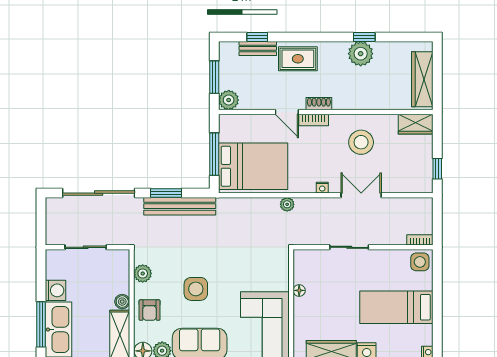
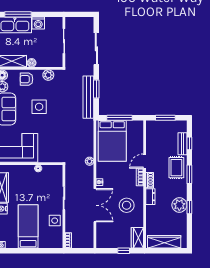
window: (309, 37) -> (189, 174), added
plant: (229, 100) -> (152, 126), removed
dresser: (347, 102) -> (150, 197), added
window: (437, 169) -> (124, 251), moved
sliding door: (99, 193) -> (96, 49), width x0.73
double door: (361, 195) -> (95, 205), width x1.37
side table: (420, 262) -> (55, 221), moved

